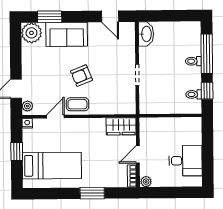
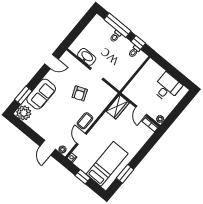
washbasin: (146, 34) -> (87, 57), moved
armchair: (82, 76) -> (80, 93), moved
window: (92, 193) -> (125, 174), moved

